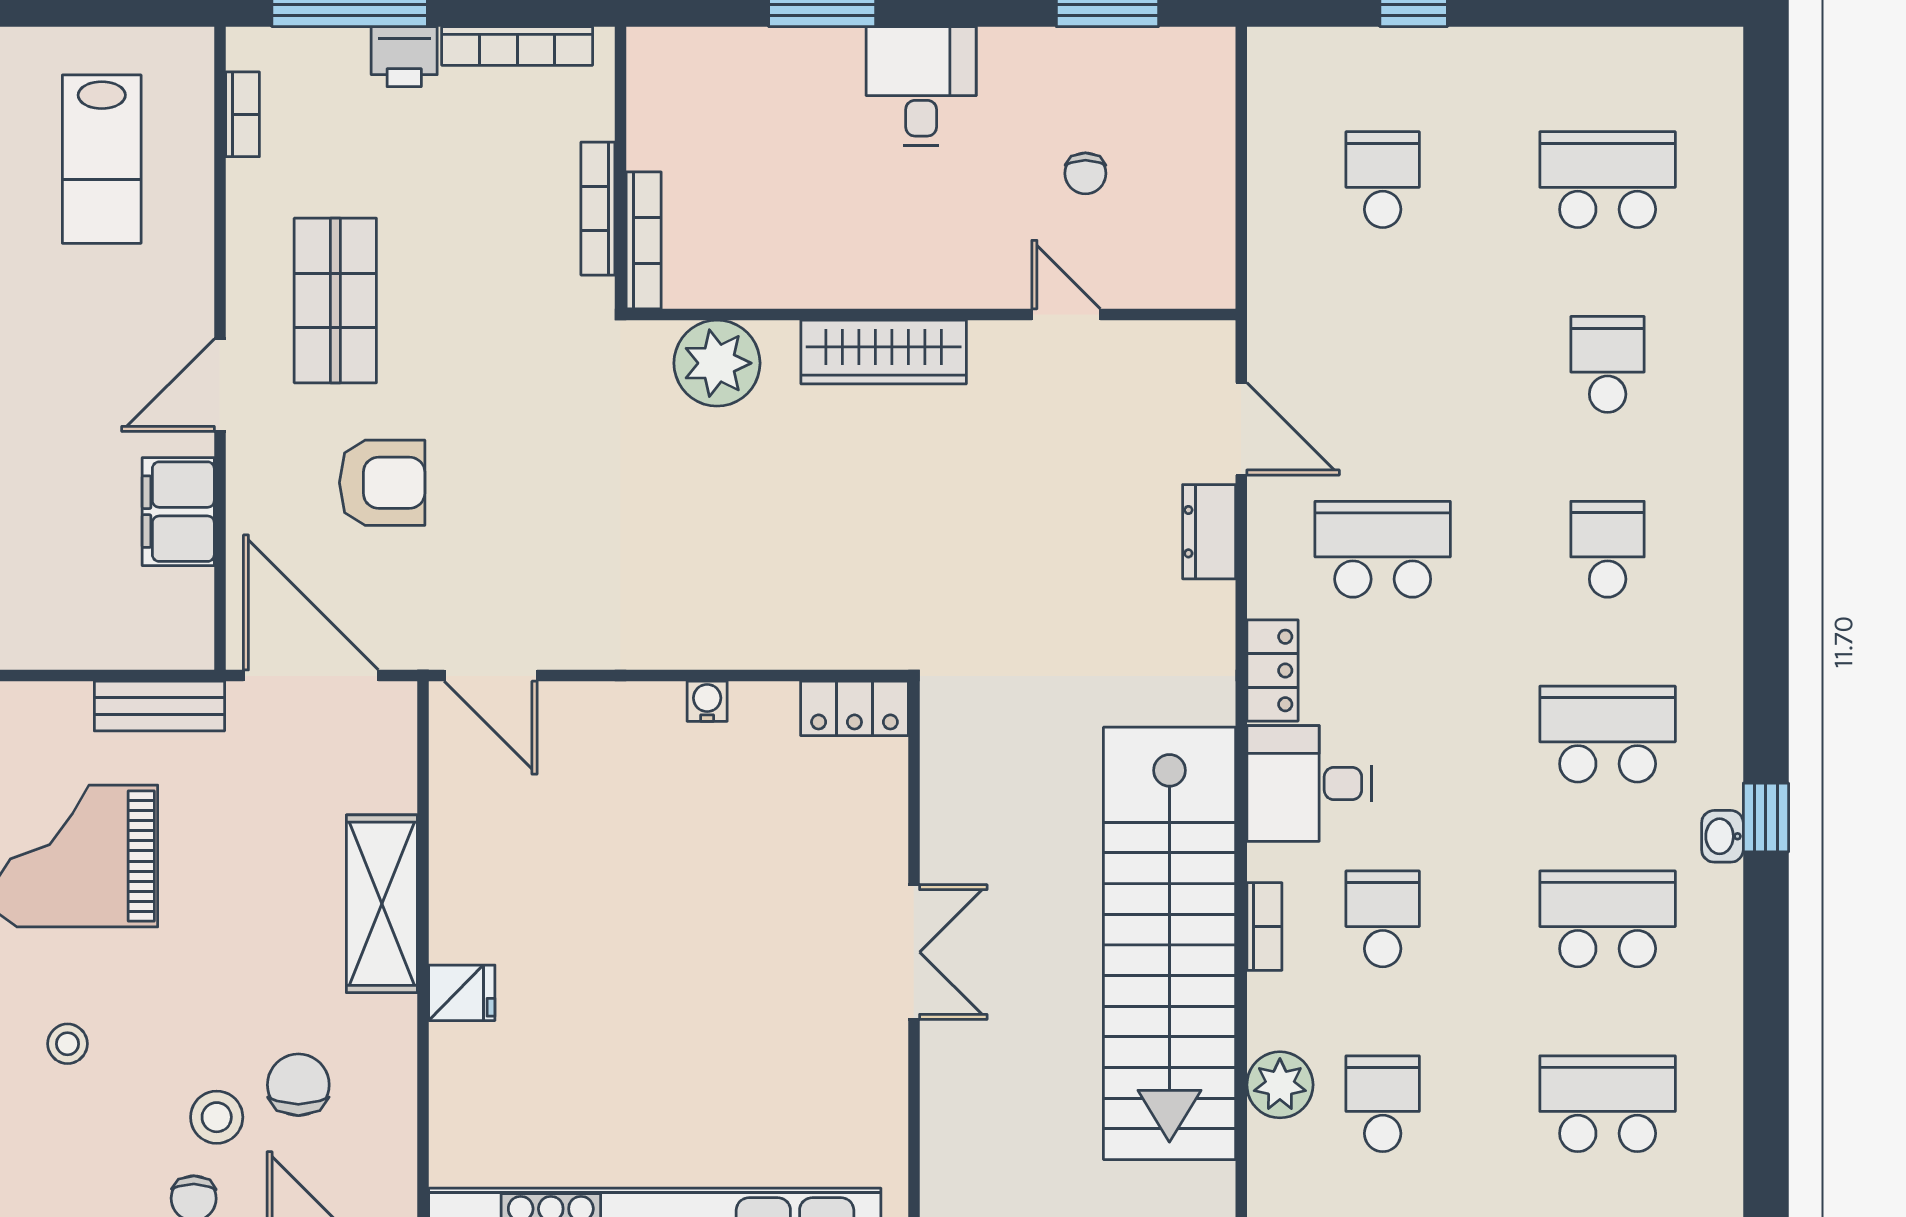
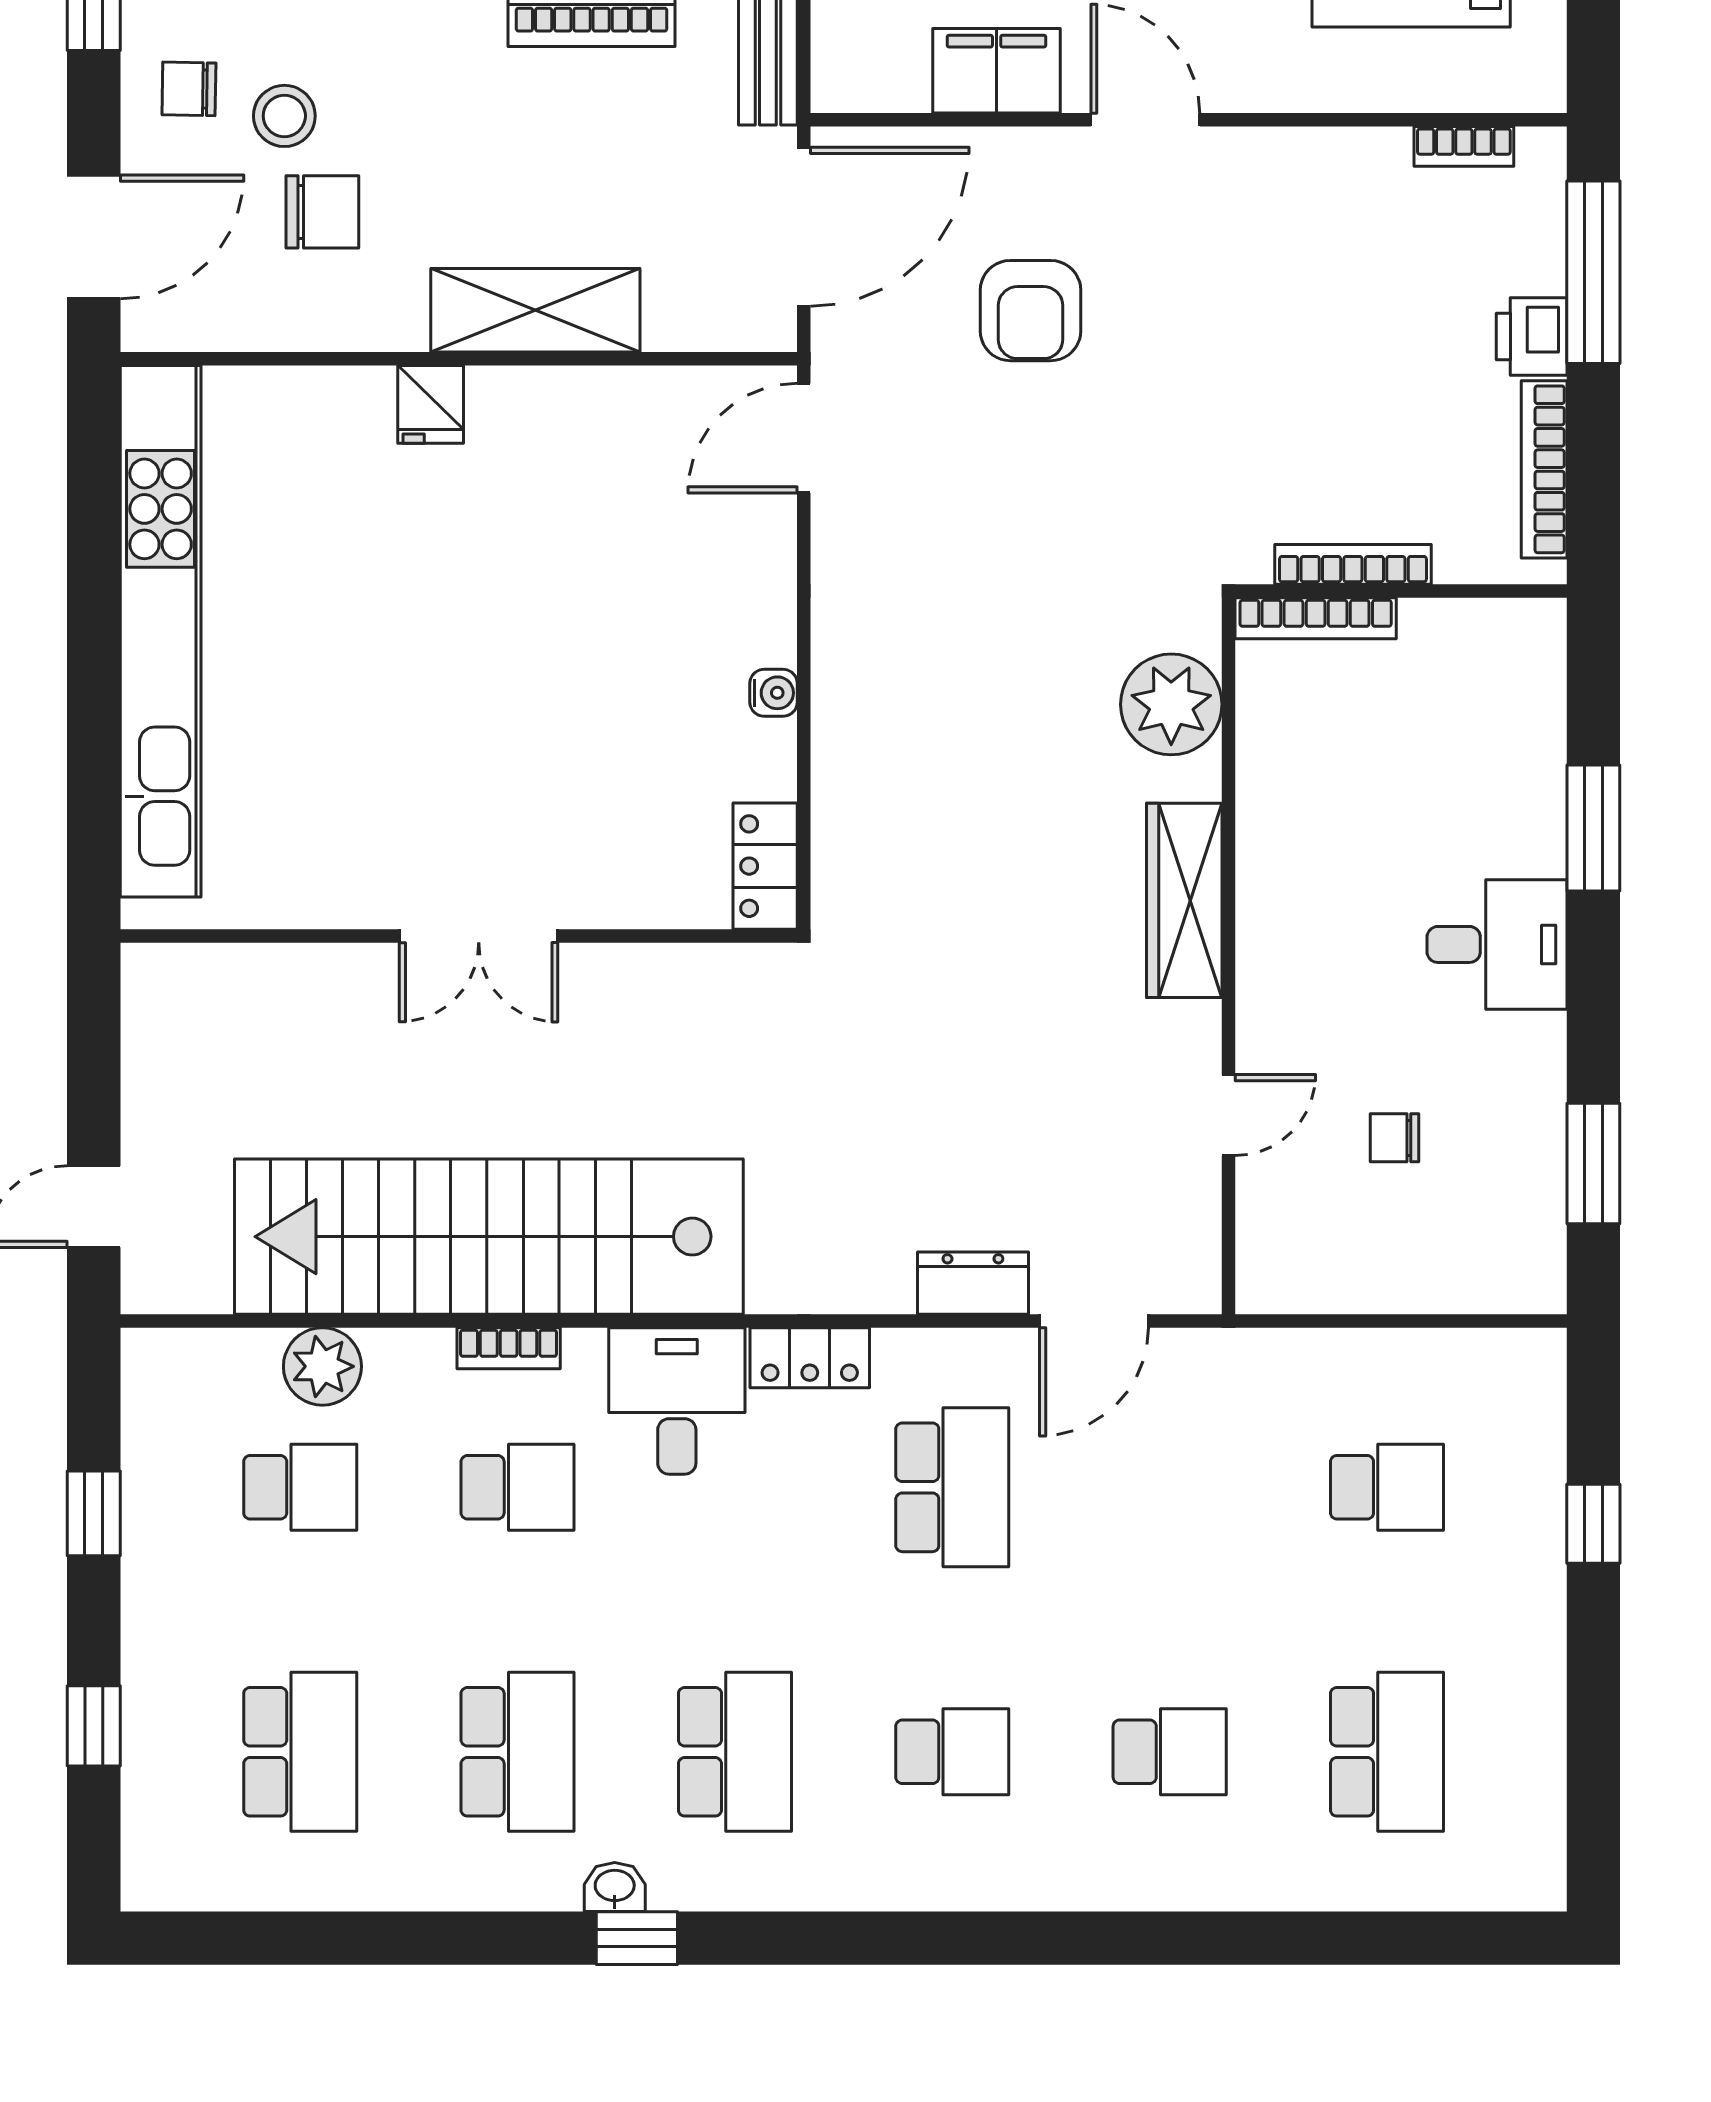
shop shelf: (335, 300) -> (1245, 256), removed

